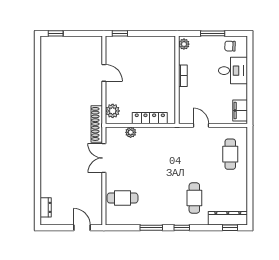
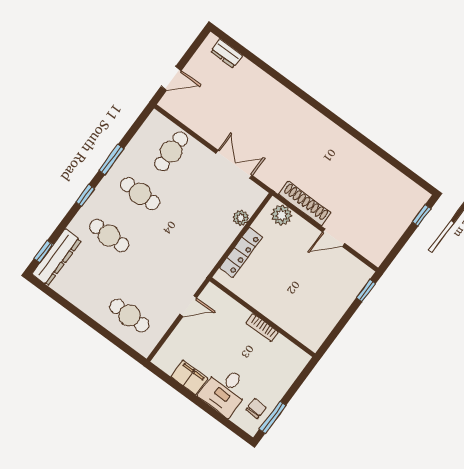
window: (213, 33) -> (273, 417), moved
plant: (184, 44) -> (298, 356), removed
filing cabinet: (240, 111) -> (189, 378), moved
shoe rack: (97, 124) -> (305, 203), moved
cafe table: (158, 198) -> (140, 194), added

